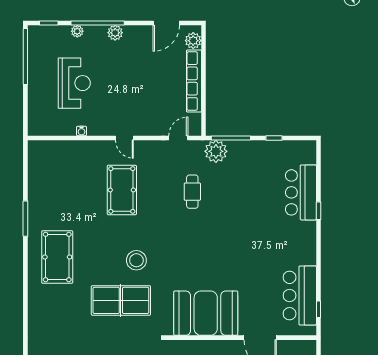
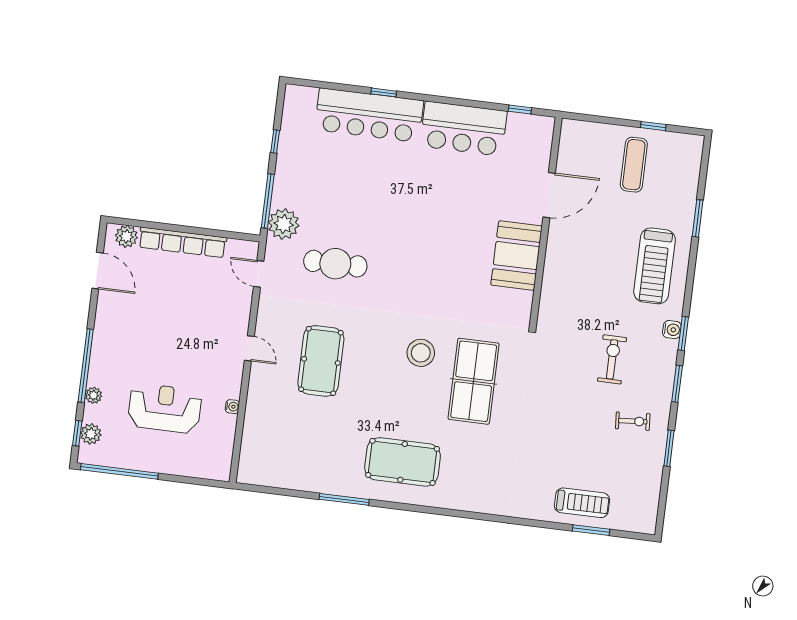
plant: (115, 33) -> (91, 434), moved
door: (124, 138) -> (249, 348), hinge flipped
pool table: (122, 190) -> (321, 361), turned 90
cafe table: (192, 192) -> (335, 264), width x1.37, depth x1.35
bar counter: (301, 192) -> (369, 115), width x1.36
bar counter: (300, 296) -> (464, 129), moved
booth: (206, 313) -> (516, 256), width x0.73, depth x0.70

